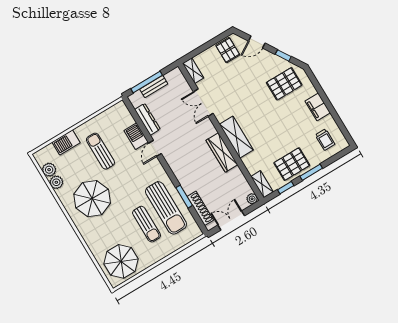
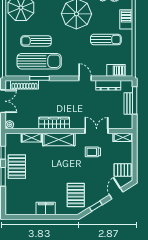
barbecue: (136, 136) -> (116, 70), moved
trolley: (325, 140) -> (93, 152), moved
shelving: (262, 184) -> (32, 138), moved
sun lounger: (166, 208) -> (39, 61), turned 180

